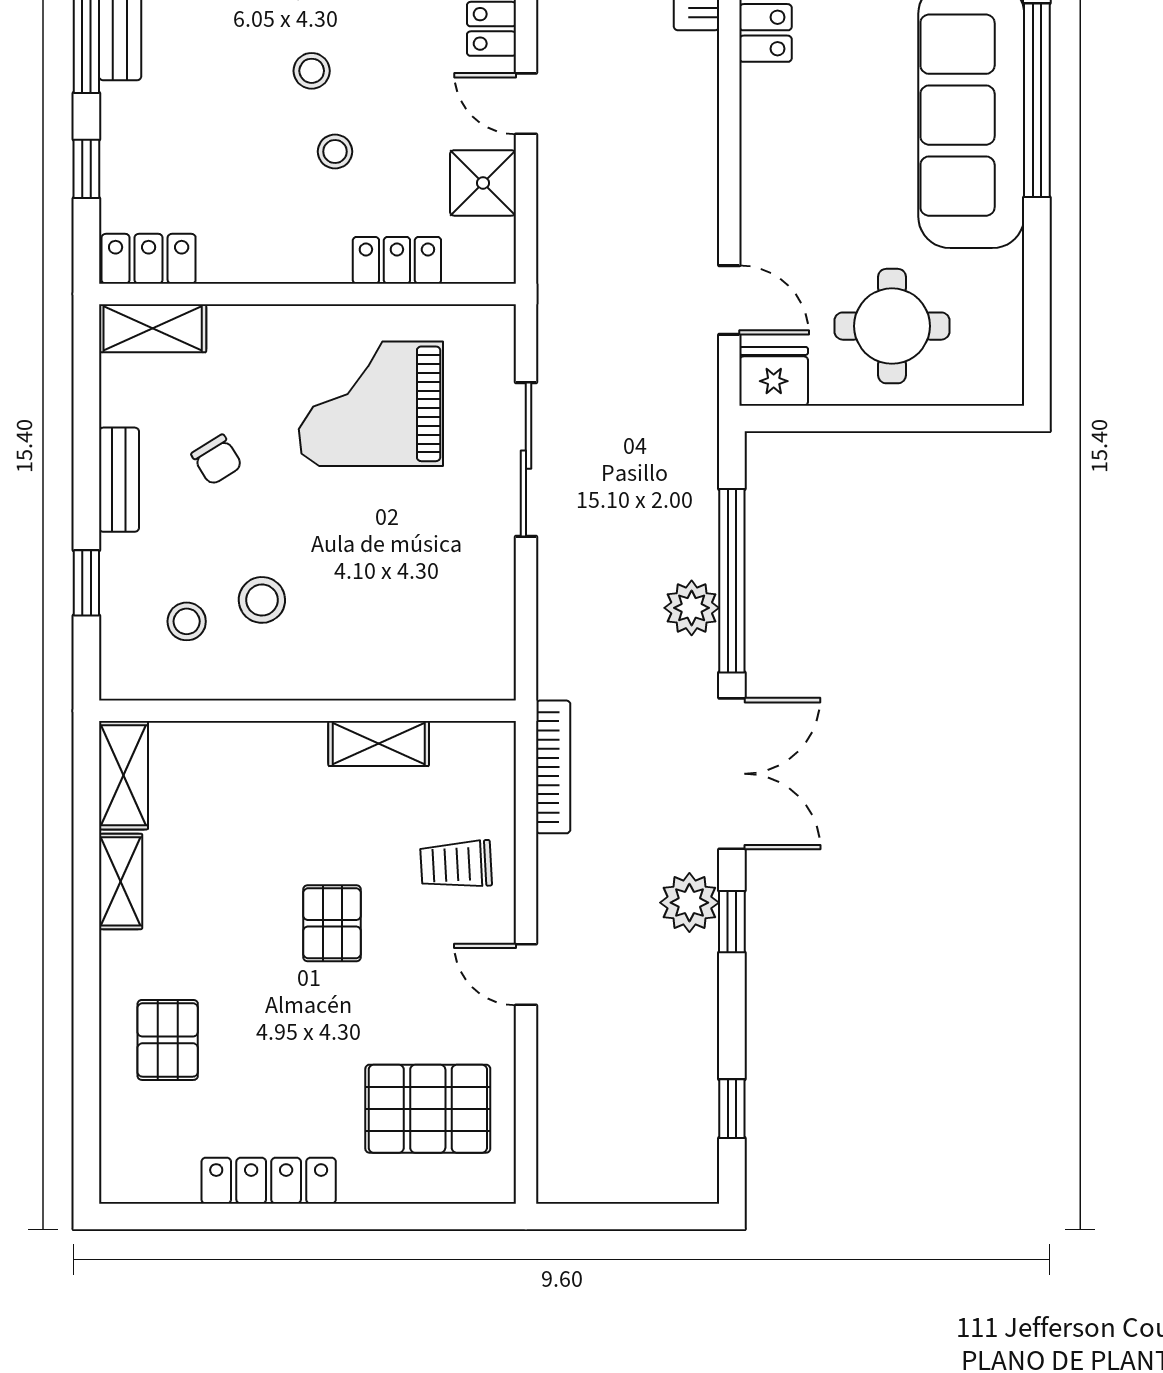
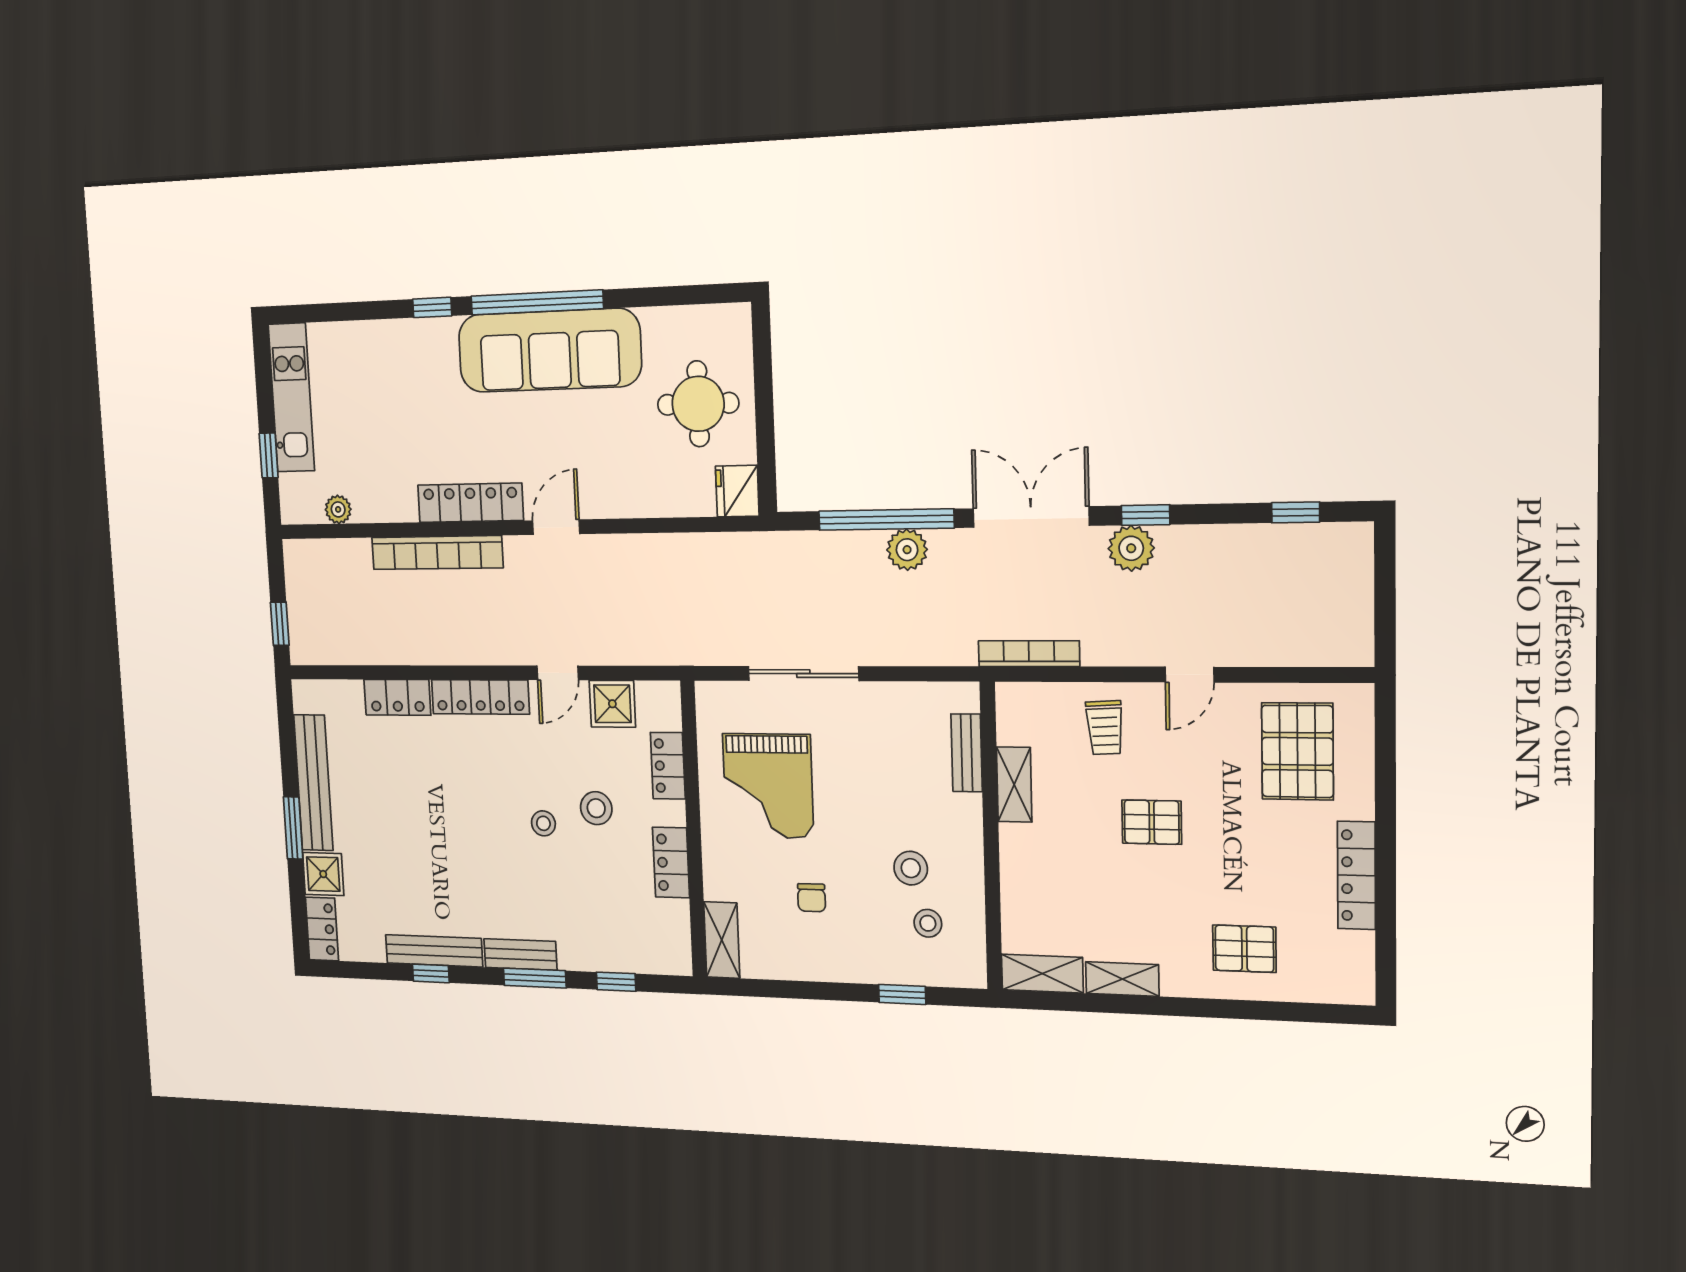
stool: (335, 152) -> (596, 808), width x1.37, depth x1.37
locker: (149, 259) -> (671, 863), moved
door: (729, 300) -> (556, 527), moved
chair: (217, 460) -> (812, 898), turned 122
bench: (119, 480) -> (967, 753), moved, turned 90

